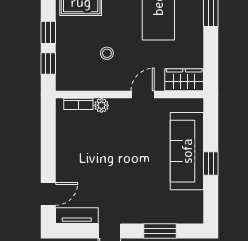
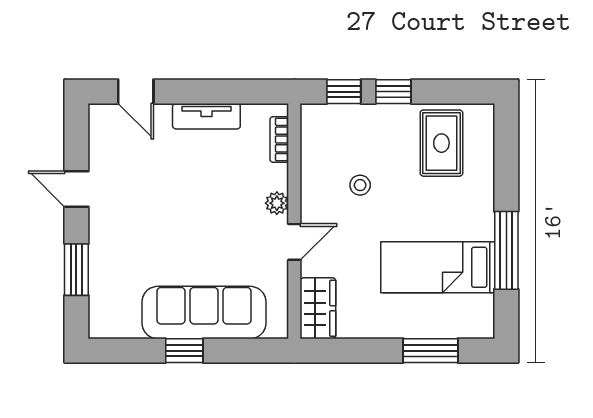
door: (143, 95) -> (294, 242), hinge flipped
plant: (101, 105) -> (277, 203), moved
tv unit: (77, 216) -> (206, 116), moved, turned 90

